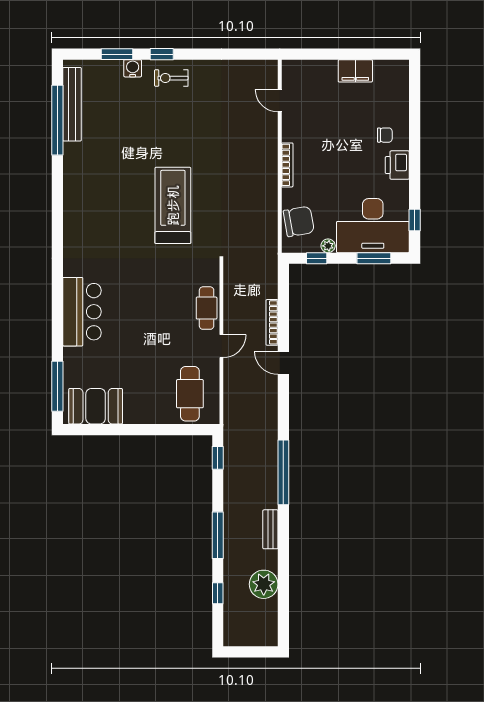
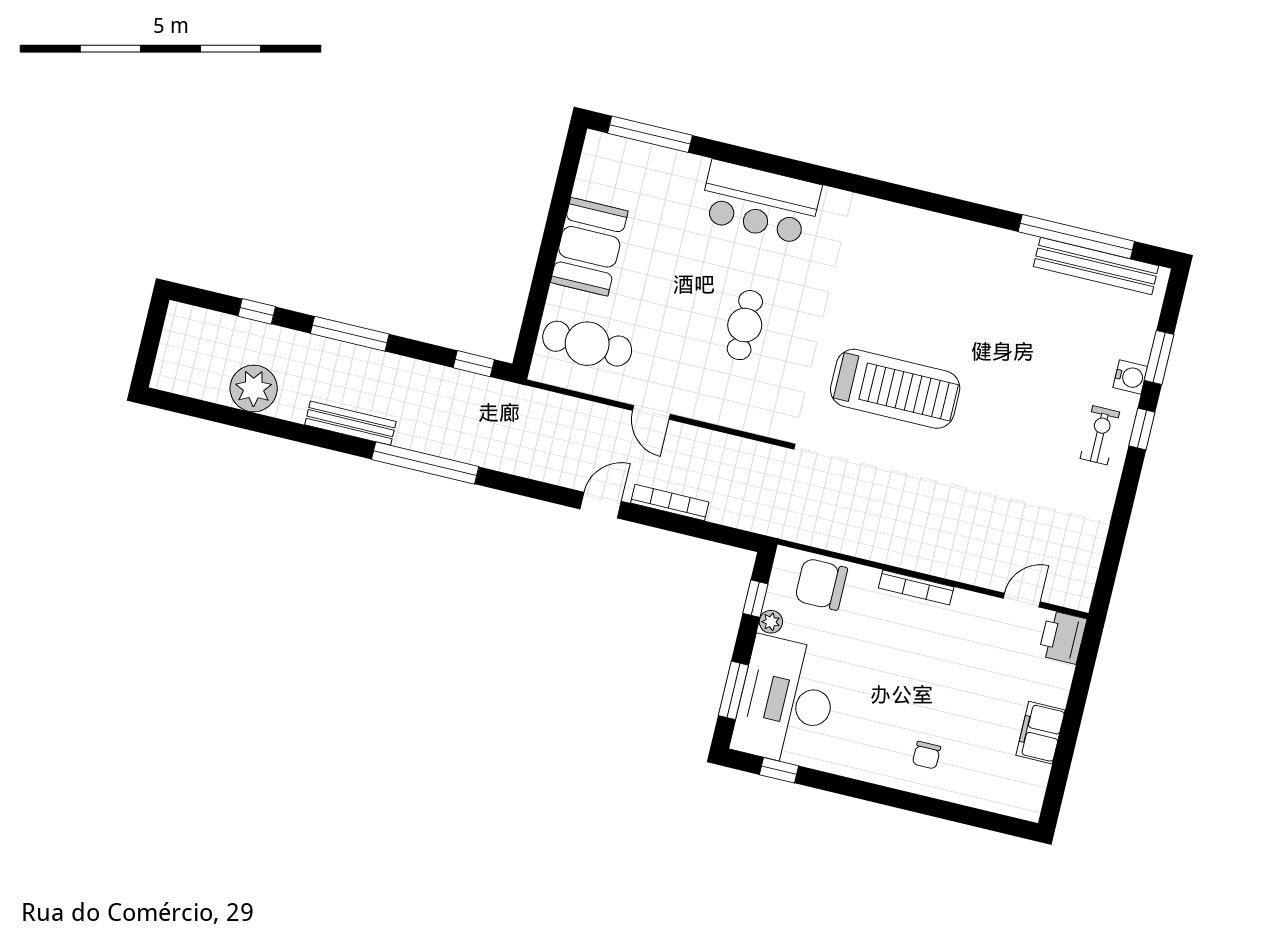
printer: (397, 165) -> (1063, 637), moved, turned -90
chair: (299, 221) -> (821, 584), turned 100
cafe table: (207, 308) -> (745, 325), moved, turned 90
booth: (96, 406) -> (589, 247), moved
bench: (270, 529) -> (350, 423), width x1.36

